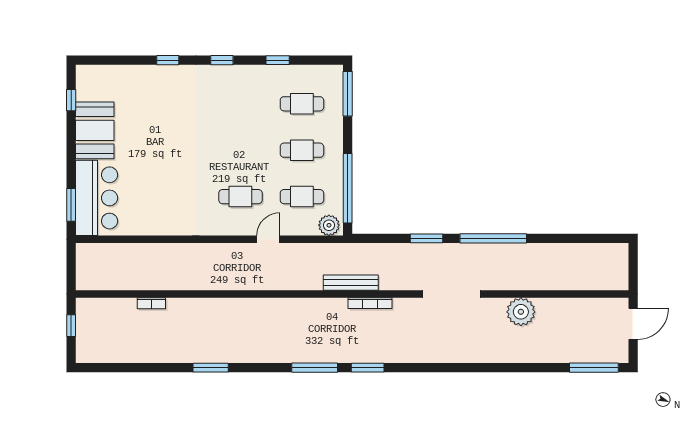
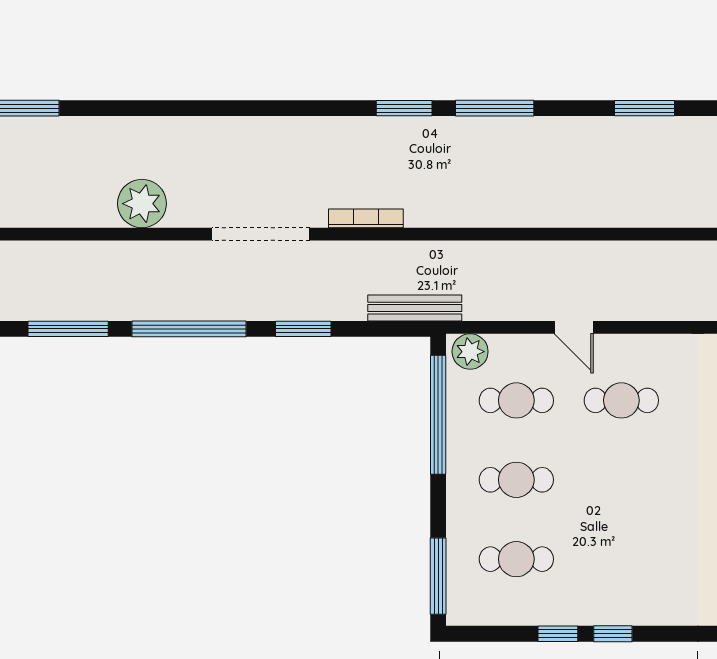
window: (222, 60) -> (613, 634), moved
window: (564, 238) -> (68, 329), added
door: (268, 239) -> (574, 327), hinge flipped
bench: (351, 283) -> (415, 308), moved
bookcase: (370, 303) -> (366, 218), moved
window: (211, 368) -> (644, 108), moved

